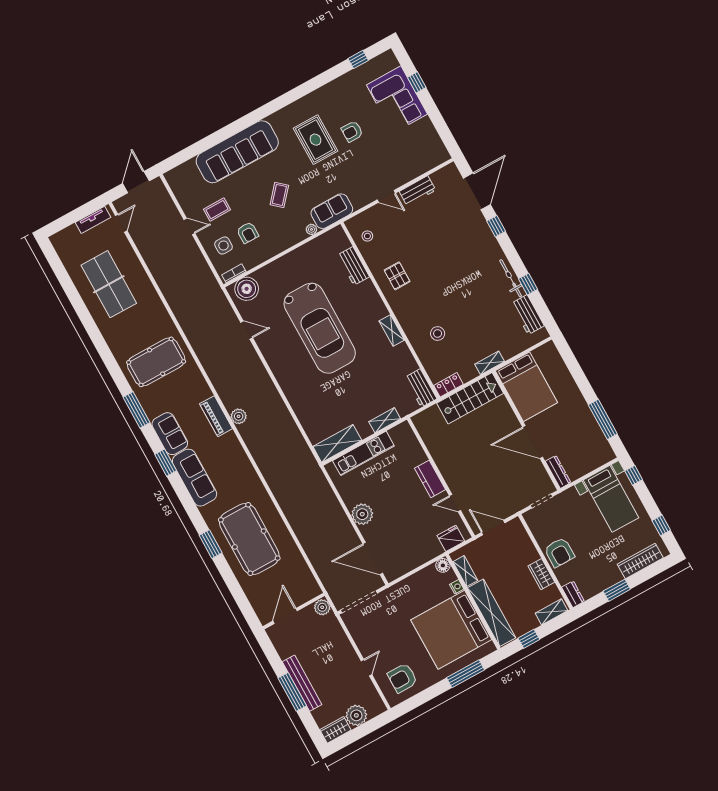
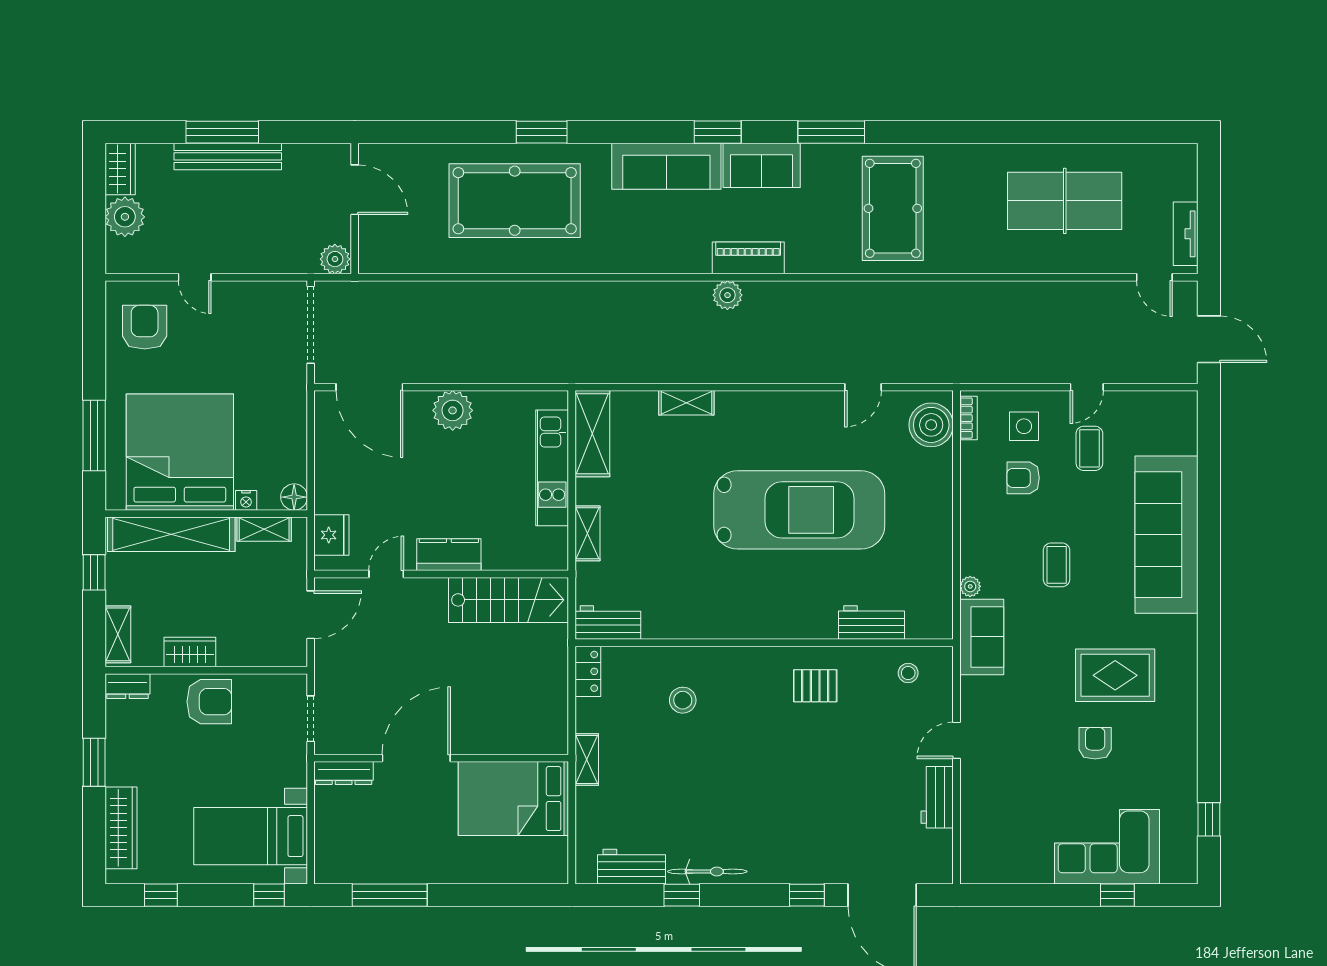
coffee table: (279, 195) -> (1057, 565), turned 49
car: (320, 328) -> (799, 510), turned 180
shelving: (392, 330) -> (686, 403), moved
stairs: (470, 398) -> (508, 600), moved, turned -90
armchair: (559, 552) -> (209, 702), turned 180
door: (373, 559) -> (369, 387), swing flipped

